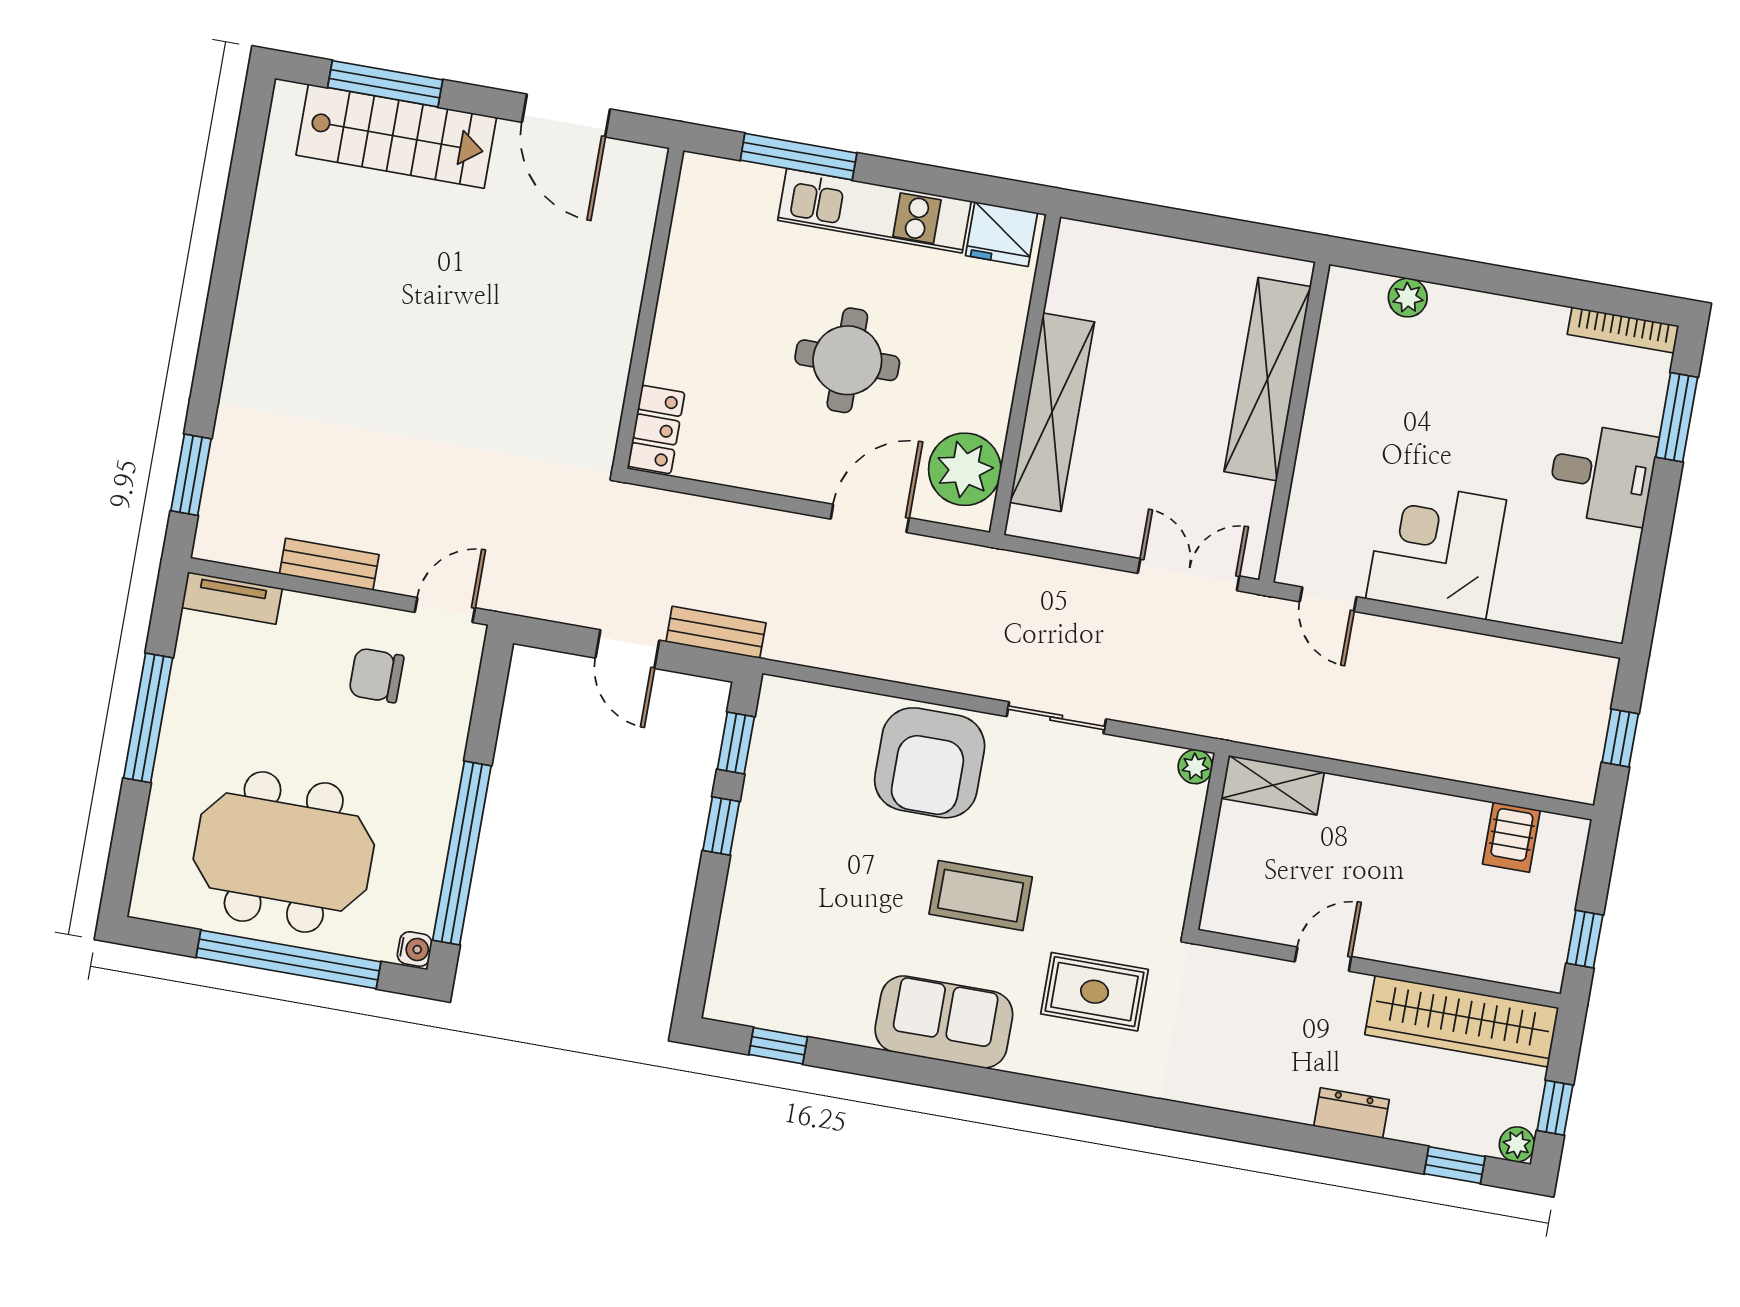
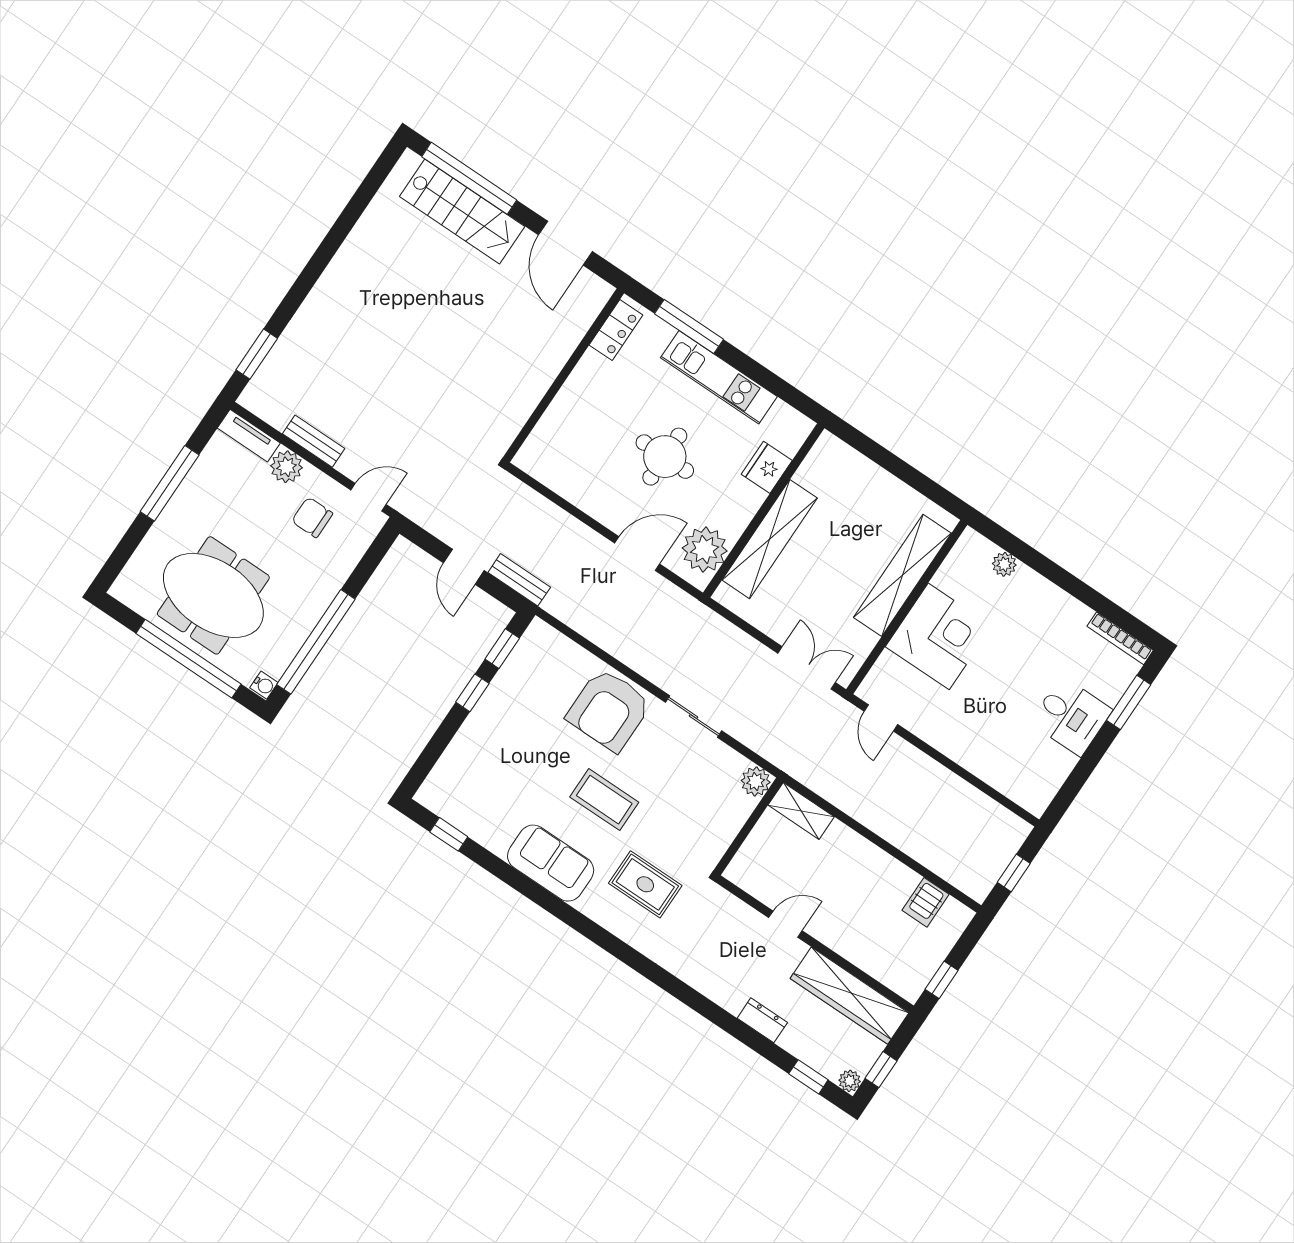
window: (385, 84) -> (469, 178), width x1.46
fridge: (1002, 234) -> (767, 467), moved, turned 90
locker: (656, 429) -> (616, 330), moved
corner desk: (1436, 549) -> (939, 636), moved, turned 90
plant: (307, 619) -> (287, 467), added
plant: (1195, 767) -> (756, 781), width x1.38, depth x1.38

